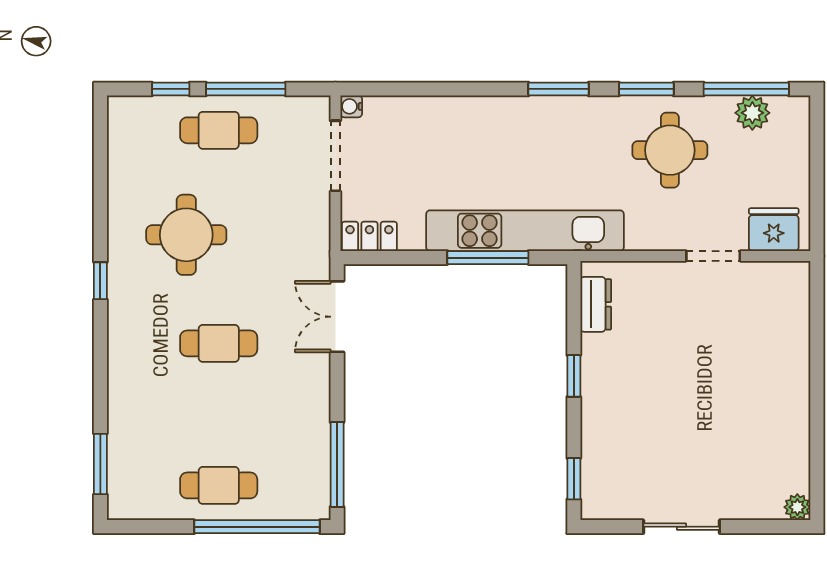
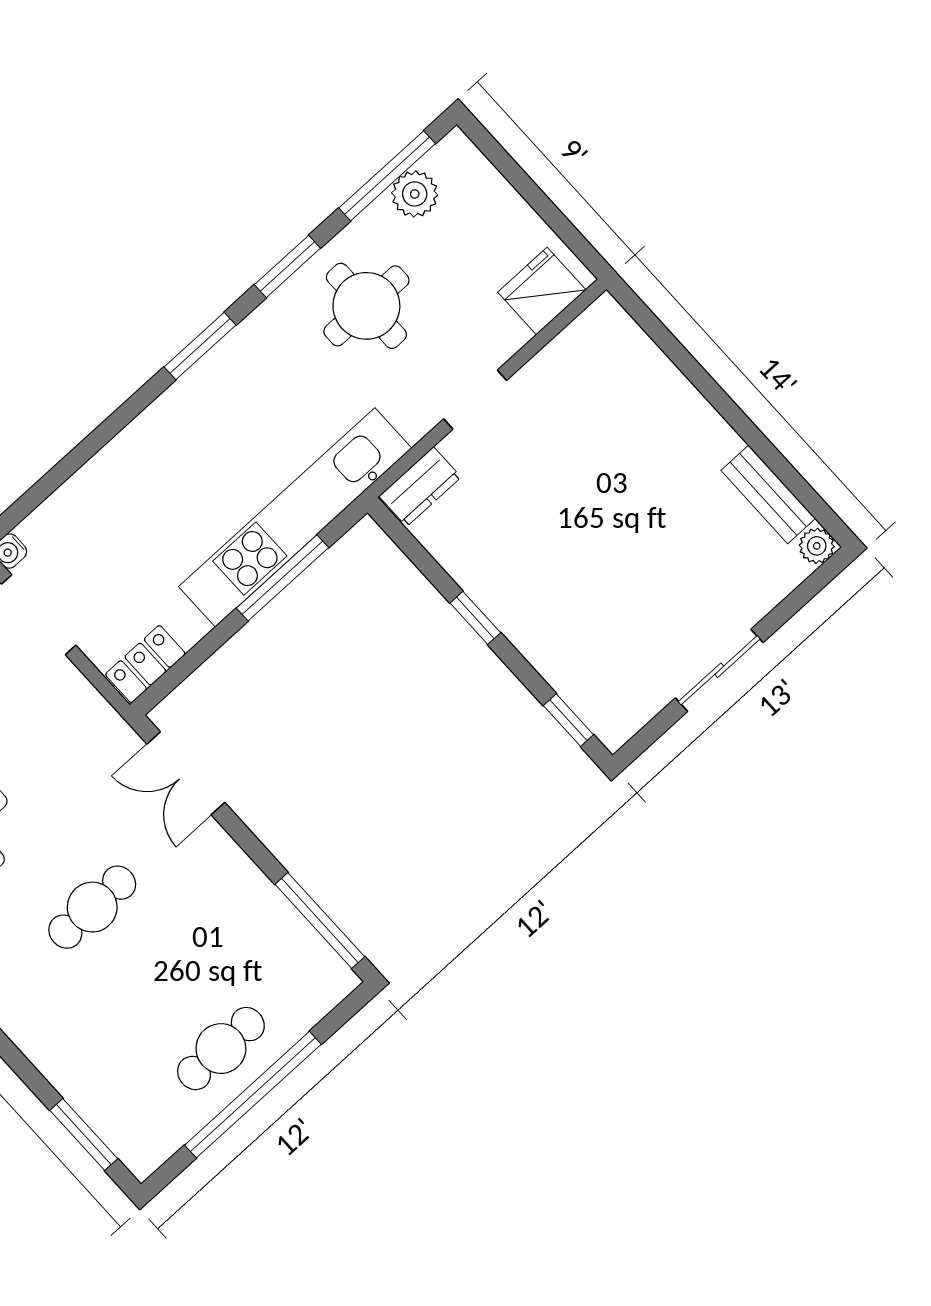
doorway: (713, 256) -> (475, 400), moved
dresser: (596, 304) -> (420, 487), moved, turned 90
bench: (796, 455) -> (768, 494), added
window: (257, 527) -> (253, 1095), moved

